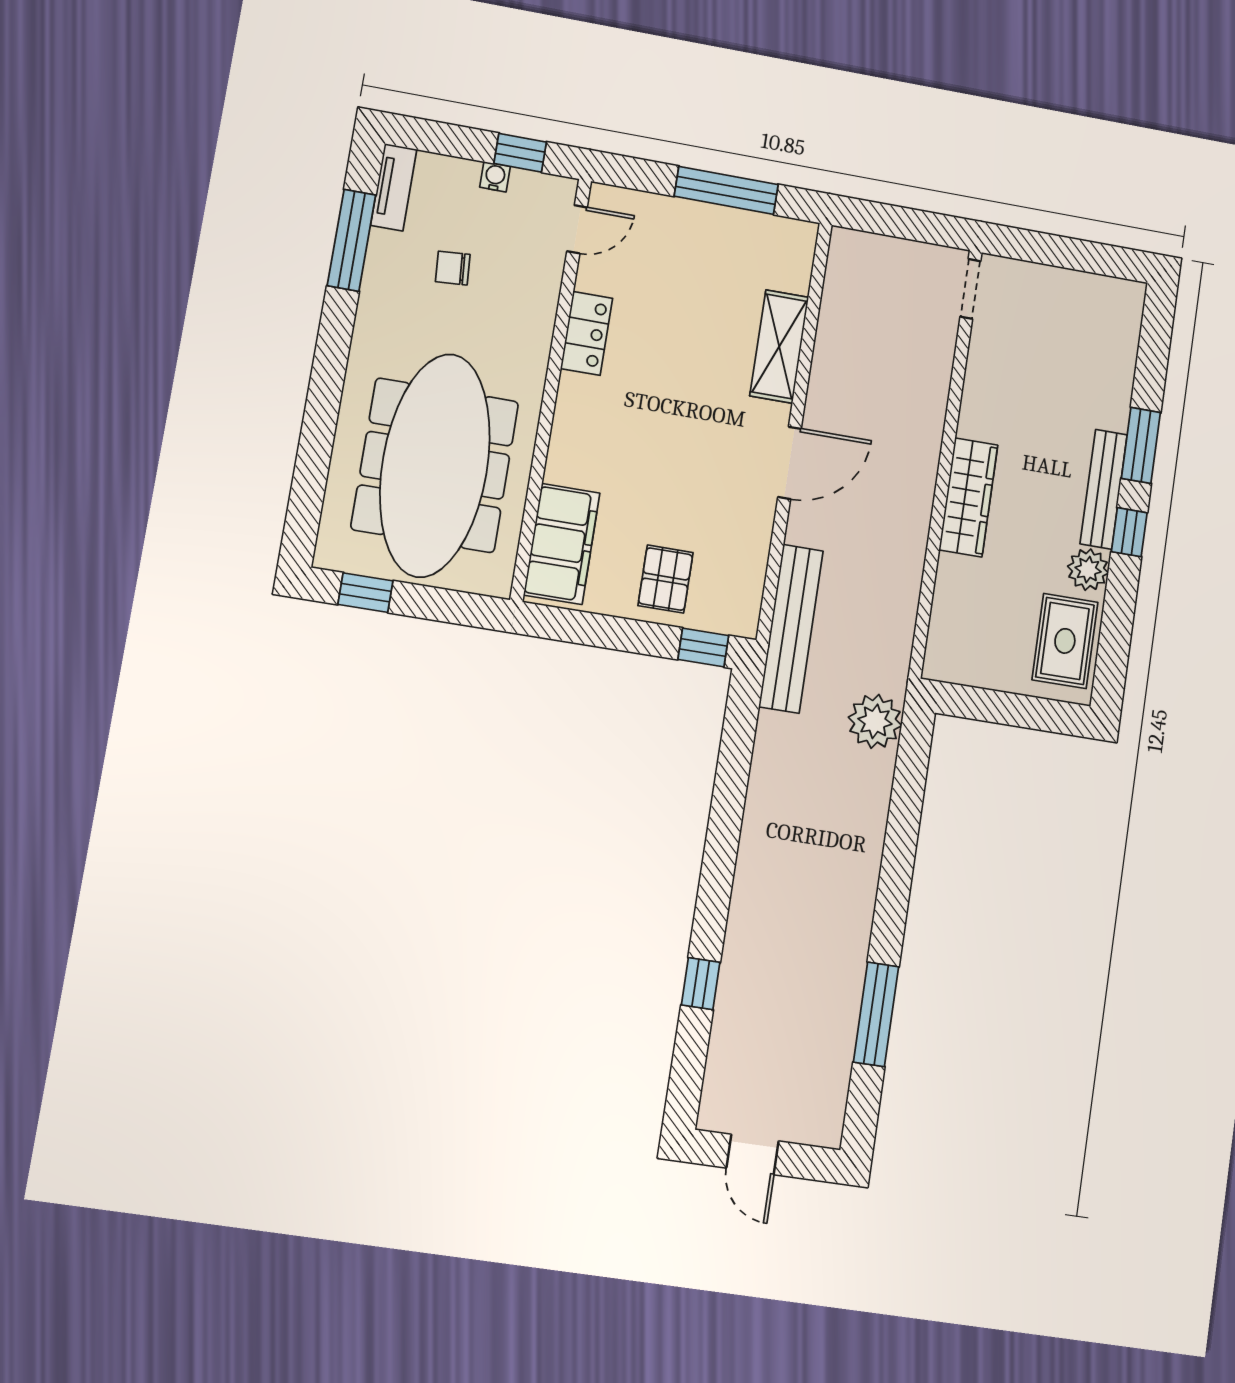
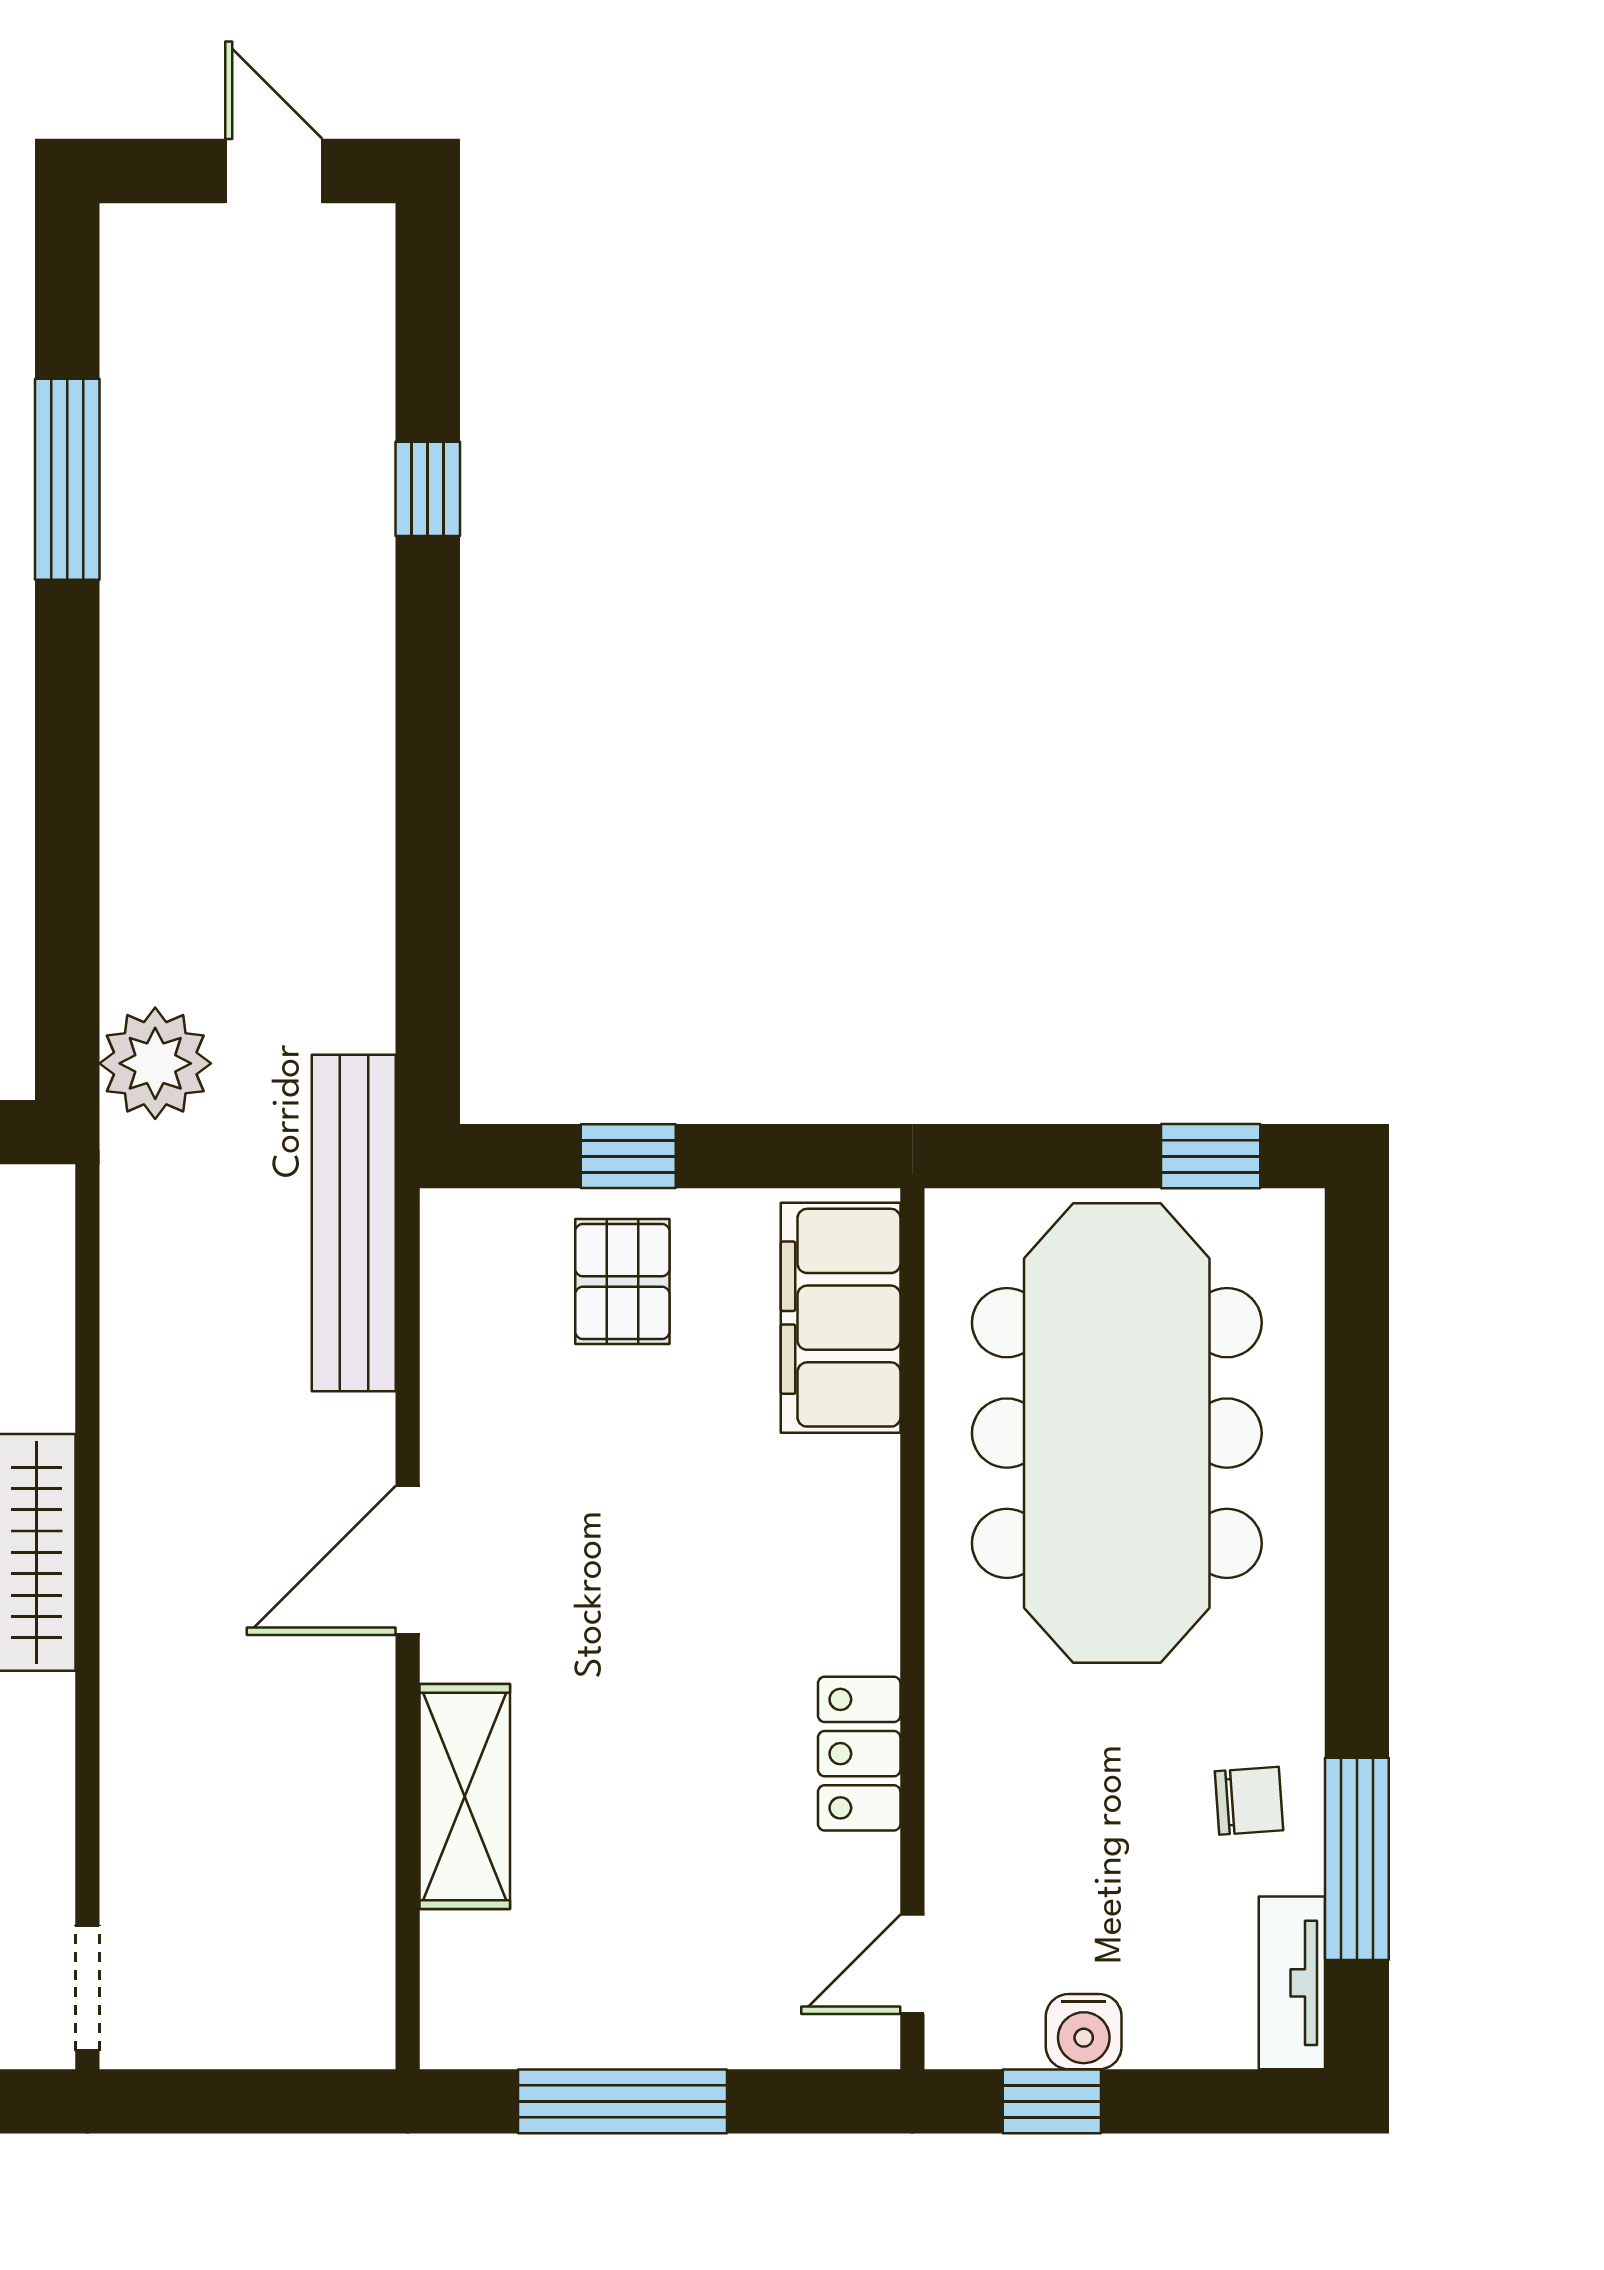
water cooler: (495, 177) -> (1084, 2032), width x1.38, depth x1.38
chair: (453, 268) -> (1249, 1801), moved
window: (703, 647) -> (628, 1156), moved

